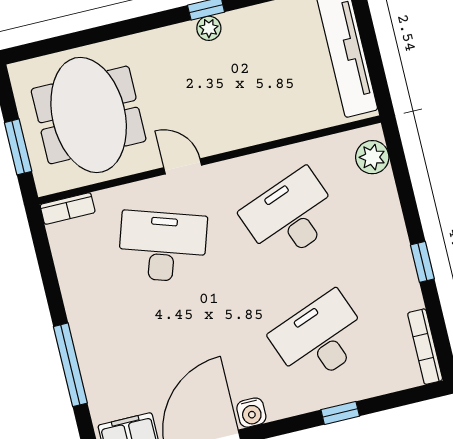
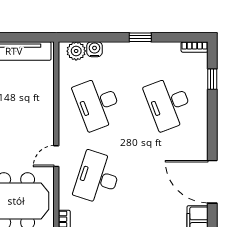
bookcase: (425, 347) -> (195, 47), width x0.64
water cooler: (251, 413) -> (94, 49), moved, turned -90
window: (340, 413) -> (212, 79), moved

